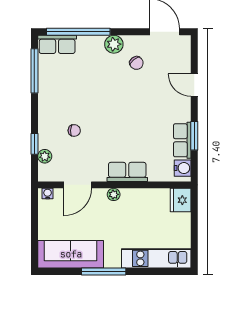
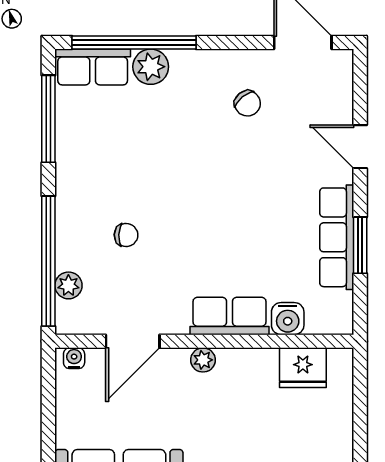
plant: (114, 44) -> (151, 67), moved
row of seats: (182, 140) -> (337, 237), width x1.48
window: (34, 144) -> (48, 261), width x3.17
water cooler: (183, 168) -> (288, 319), moved, turned 90
fridge: (181, 200) -> (303, 368), moved, turned -90

